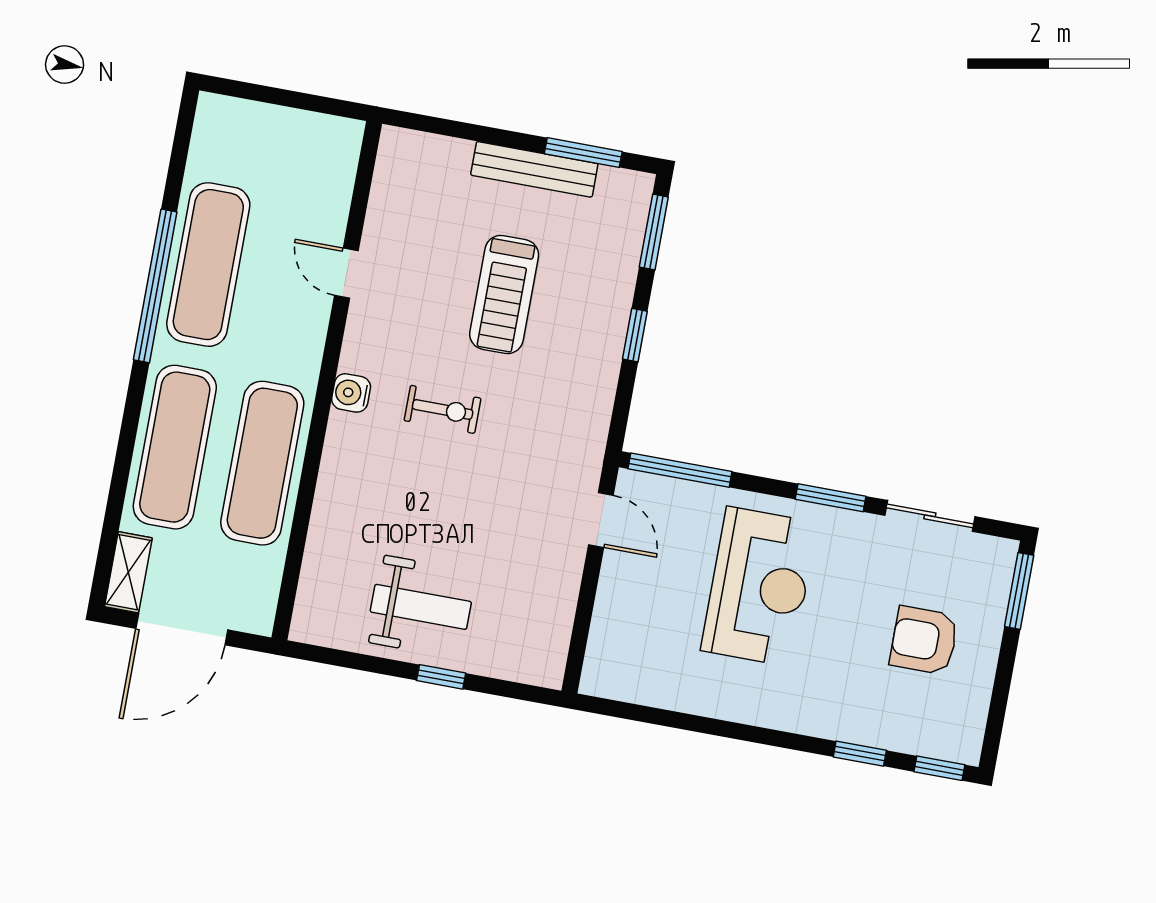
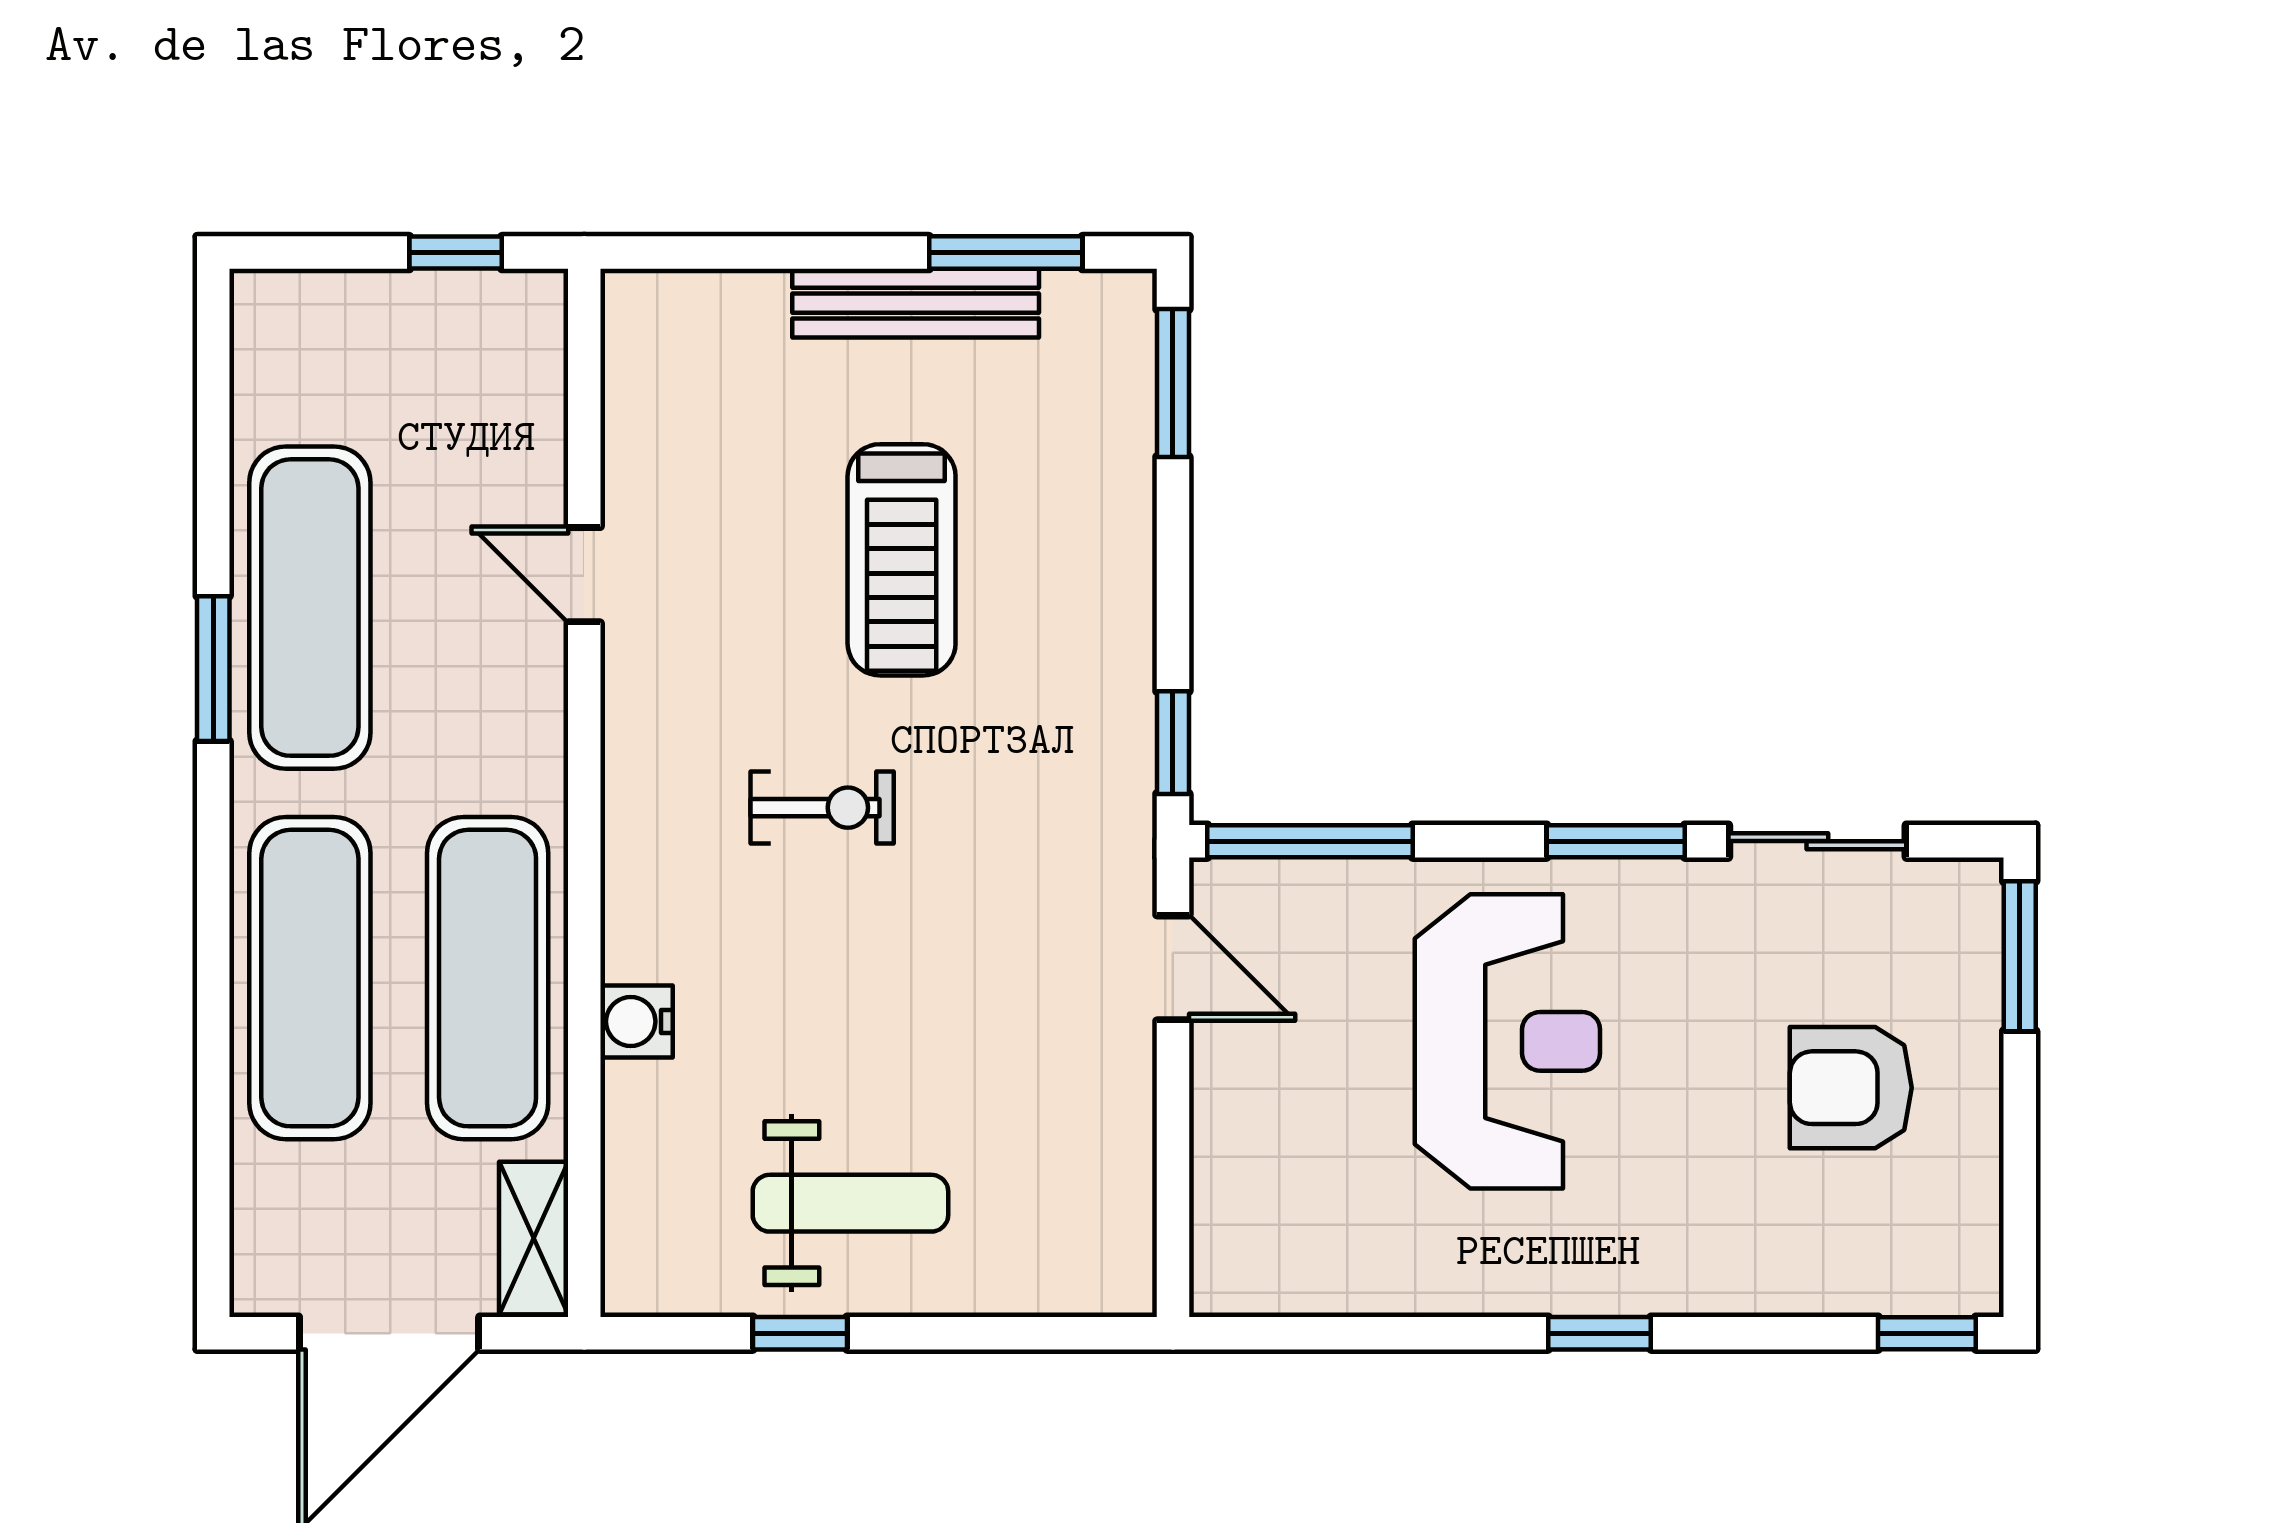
window: (312, 103) -> (456, 253), added
window: (155, 286) -> (213, 669), width x0.47
window: (635, 335) -> (1173, 743), moved
water cooler: (351, 393) -> (636, 1021), moved
shelving: (128, 572) -> (534, 1238), moved
window: (441, 677) -> (800, 1333), moved
window: (860, 754) -> (1600, 1333), moved

